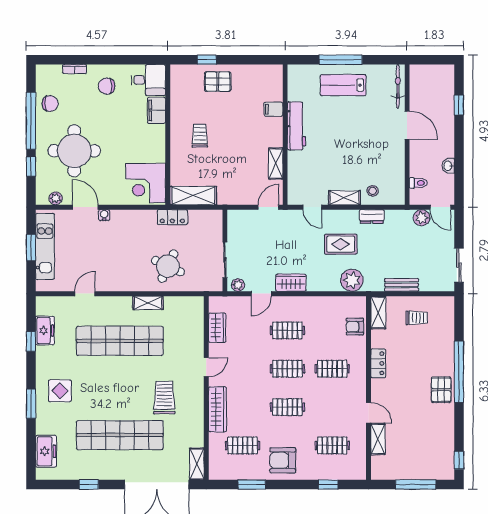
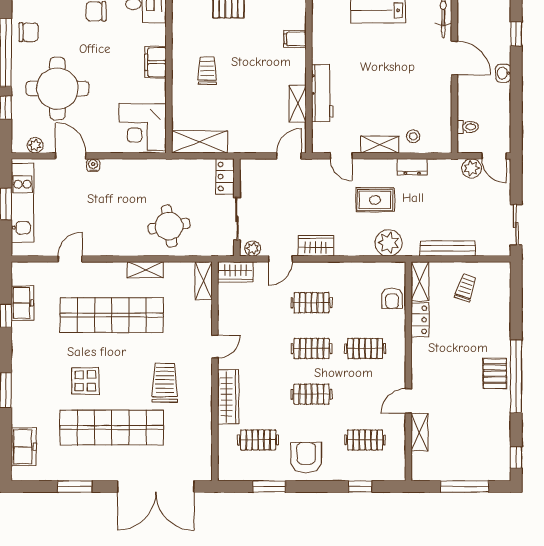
filing cabinet: (156, 110) -> (155, 62), moved
workbench: (296, 126) -> (322, 93), moved
washbasin: (448, 166) -> (503, 73), moved
locker: (172, 217) -> (225, 177), moved, turned 90
round table: (168, 266) -> (169, 226), turned -34
bench: (402, 285) -> (448, 248), width x1.36
trolley: (417, 318) -> (466, 288), turned -72
armchair: (355, 327) -> (392, 298), turned -90
wardrobe: (217, 328) -> (235, 272), moved, turned 90
locker: (378, 363) -> (420, 320), moved
window: (459, 372) -> (516, 376), moved
display table: (60, 391) -> (85, 381), moved
door: (369, 413) -> (408, 401), swing flipped
armchair: (283, 460) -> (306, 458), turned 90
shelving: (197, 464) -> (204, 281), moved
window: (89, 485) -> (75, 486), width x1.50

